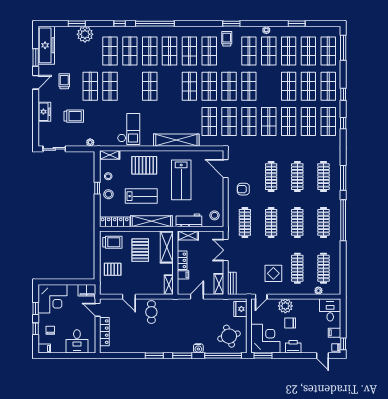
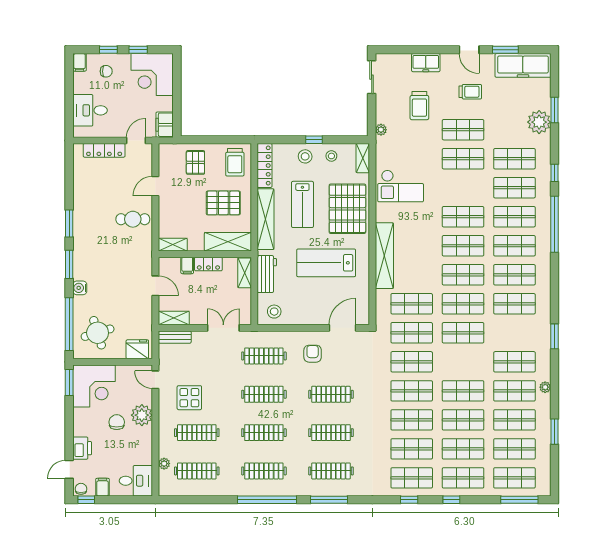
trolley: (227, 39) -> (533, 329), removed
shop shelf: (170, 86) -> (463, 246), added
shop shelf: (249, 86) -> (463, 391), moved
pallet: (144, 165) -> (347, 209), width x1.37, depth x1.41
printer: (293, 347) -> (82, 448), moved

